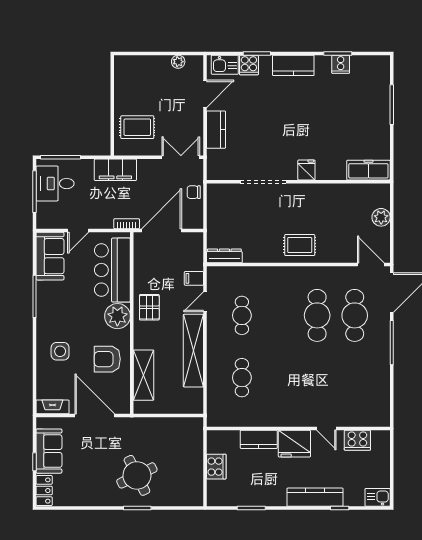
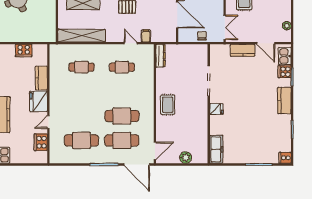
cooker: (341, 64) -> (285, 158), moved
shelving: (193, 351) -> (82, 36), moved
cafe table: (355, 378) -> (81, 140), added

